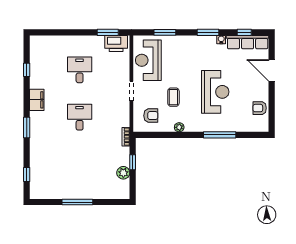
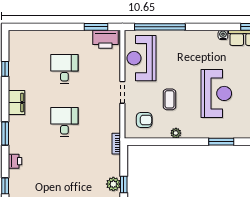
window: (165, 32) -> (160, 27), width x2.11
window: (208, 32) -> (208, 27), removed
window: (220, 135) -> (221, 142), width x0.69
printer: (35, 152) -> (15, 161), added
window: (133, 162) -> (124, 184), moved

